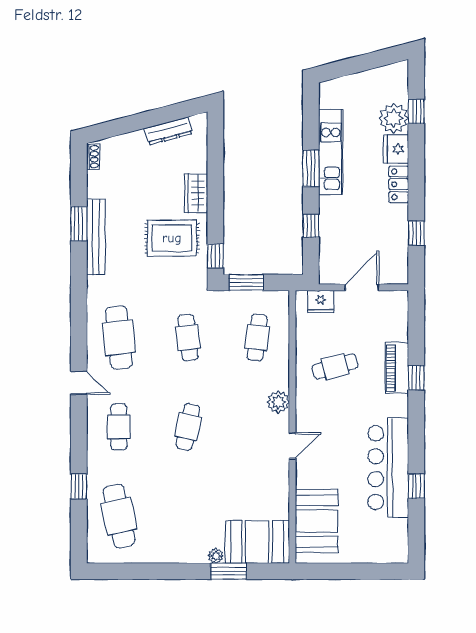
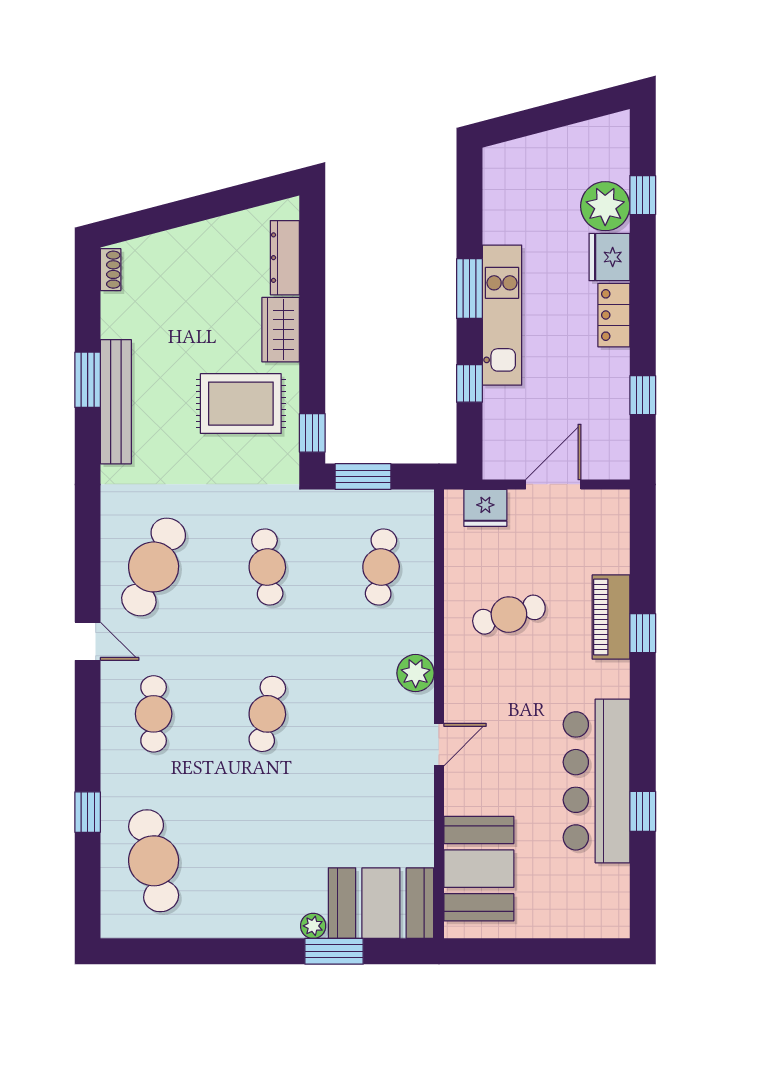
dresser: (168, 131) -> (285, 258), moved, turned 105
kitchen unit: (331, 152) -> (502, 315), moved
cafe table: (119, 338) -> (154, 567), turned 30

